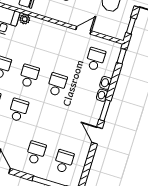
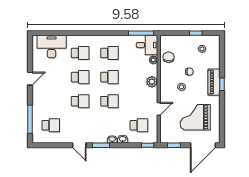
plant: (50, 28) -> (152, 82), added
door: (83, 30) -> (159, 109), hinge flipped
door: (97, 136) -> (79, 145), swing flipped
school desk: (36, 153) -> (80, 101), moved

